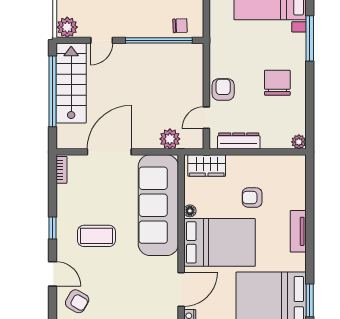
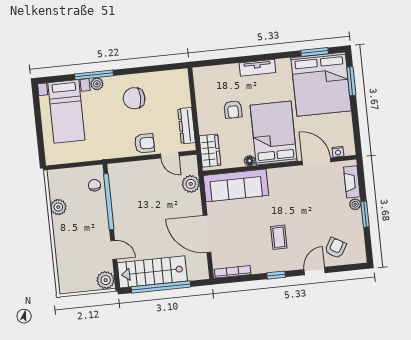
armchair: (223, 89) -> (144, 143), turned 180
plant: (299, 142) -> (97, 84), moved
bookcase: (61, 170) -> (233, 272), width x1.56
sofa: (158, 205) -> (236, 185), width x0.74, depth x0.79
coffee table: (96, 236) -> (279, 237), width x0.73, depth x0.77

